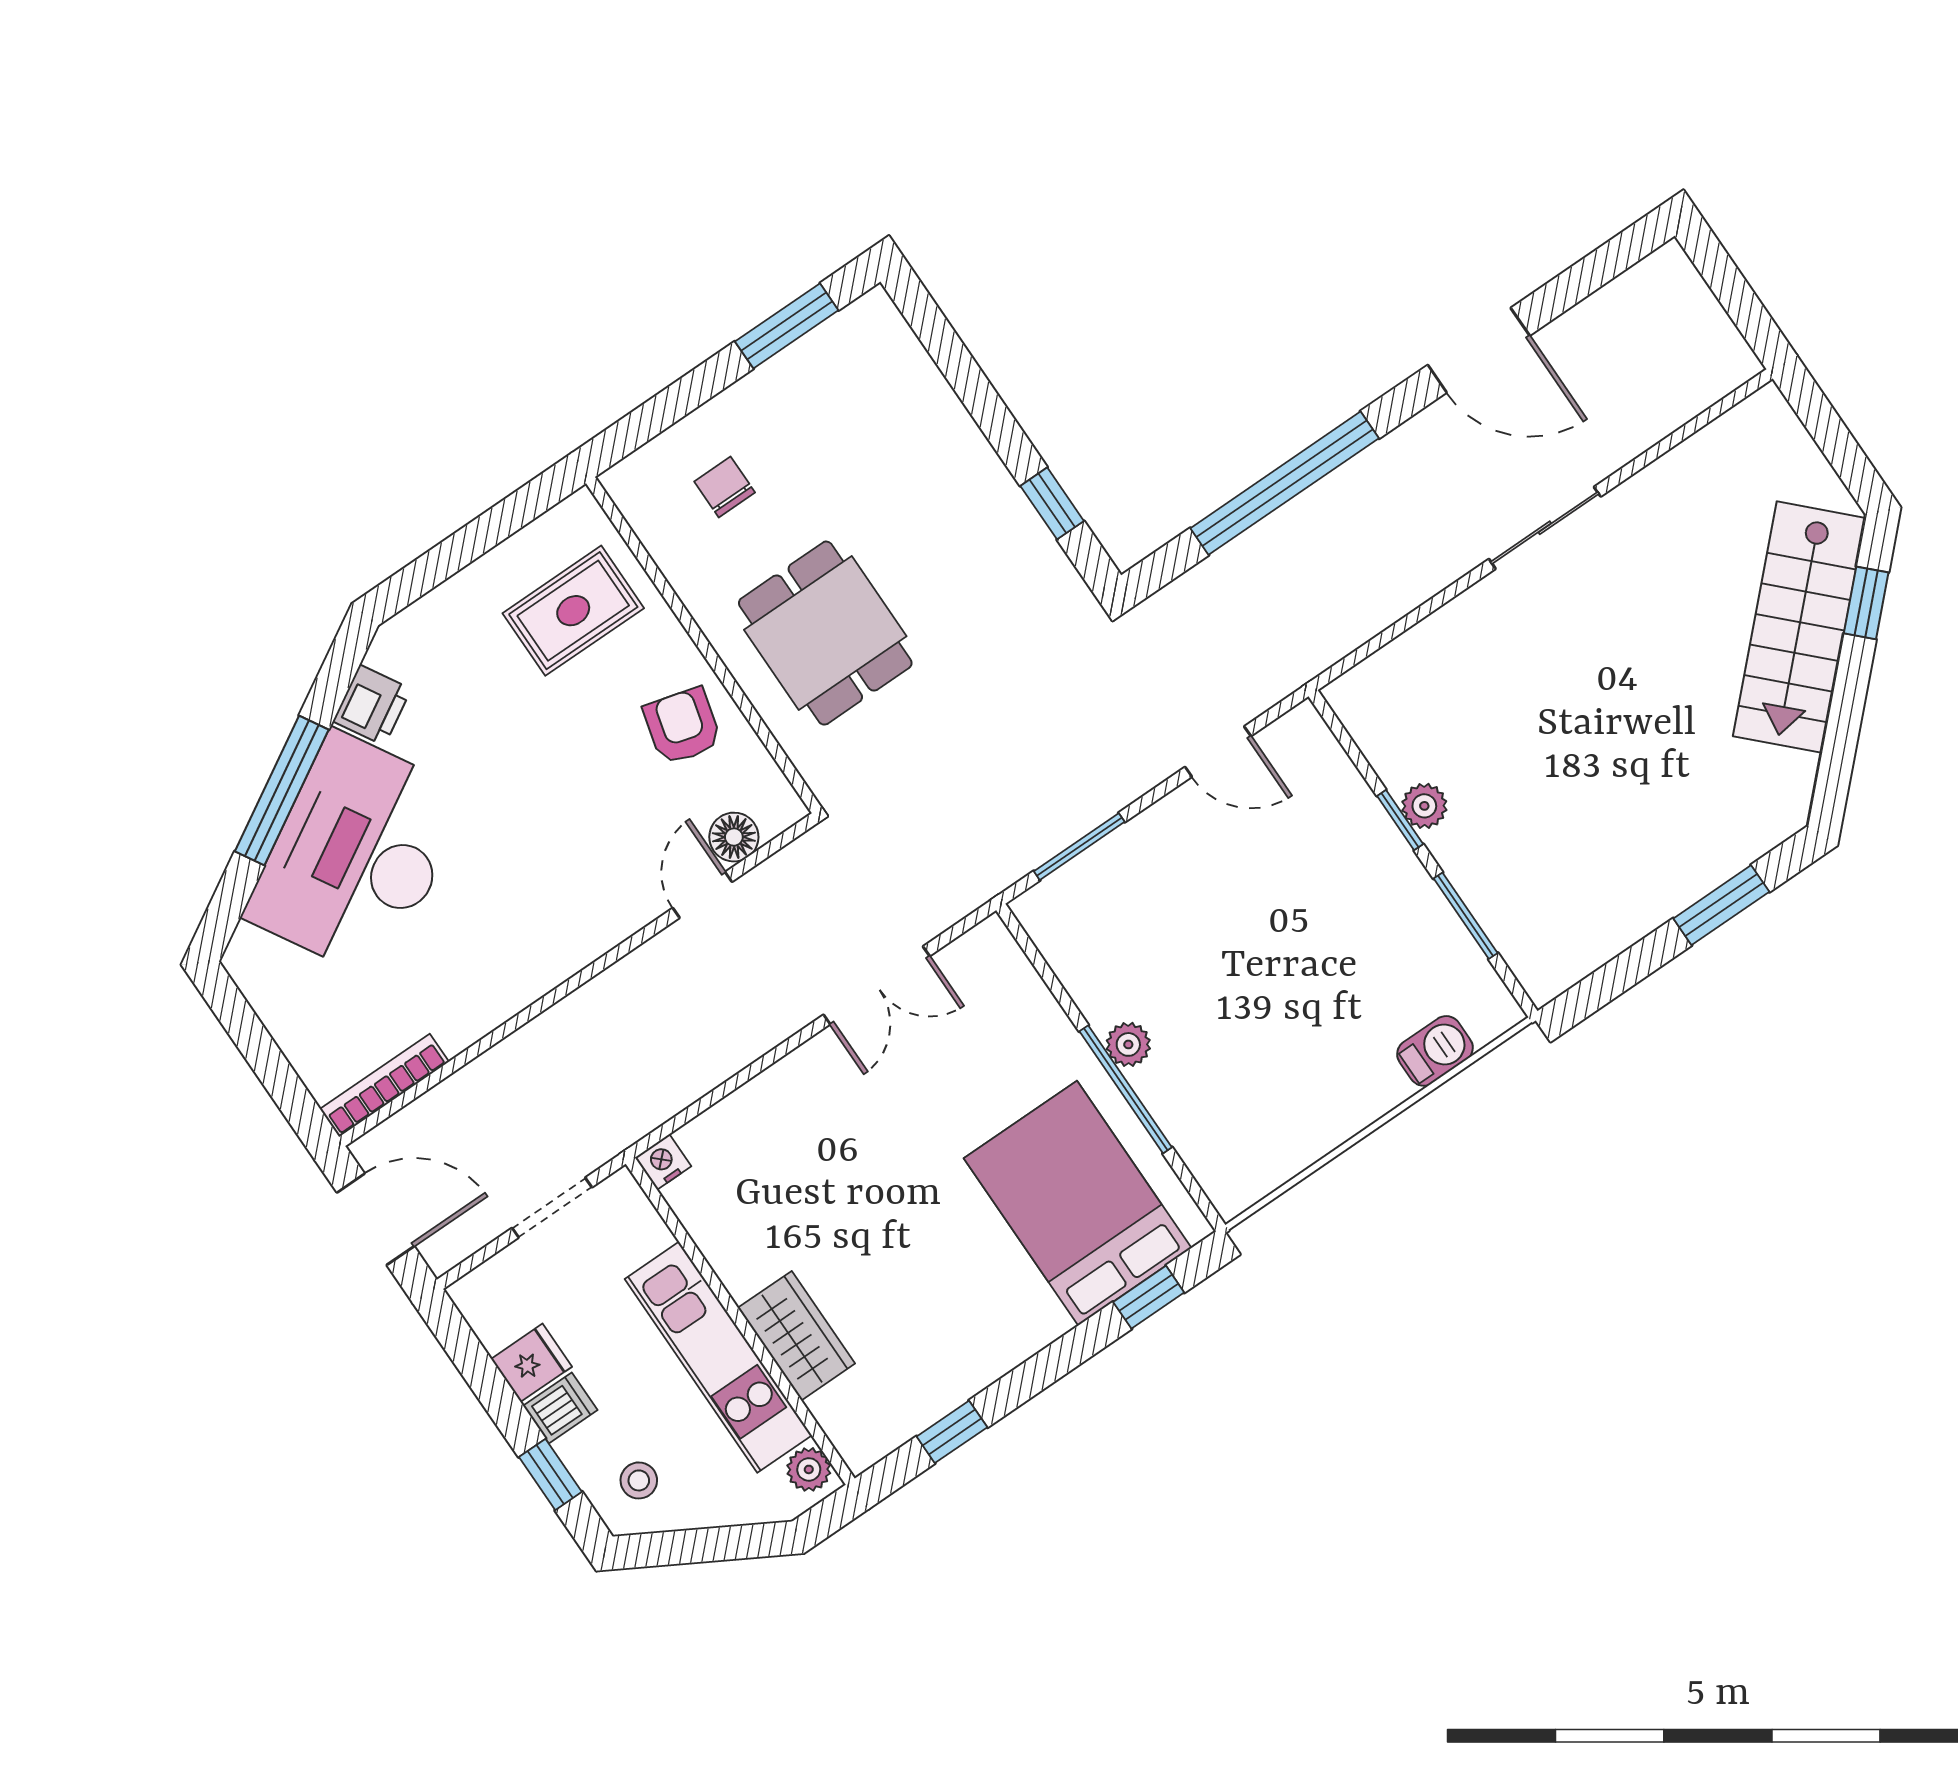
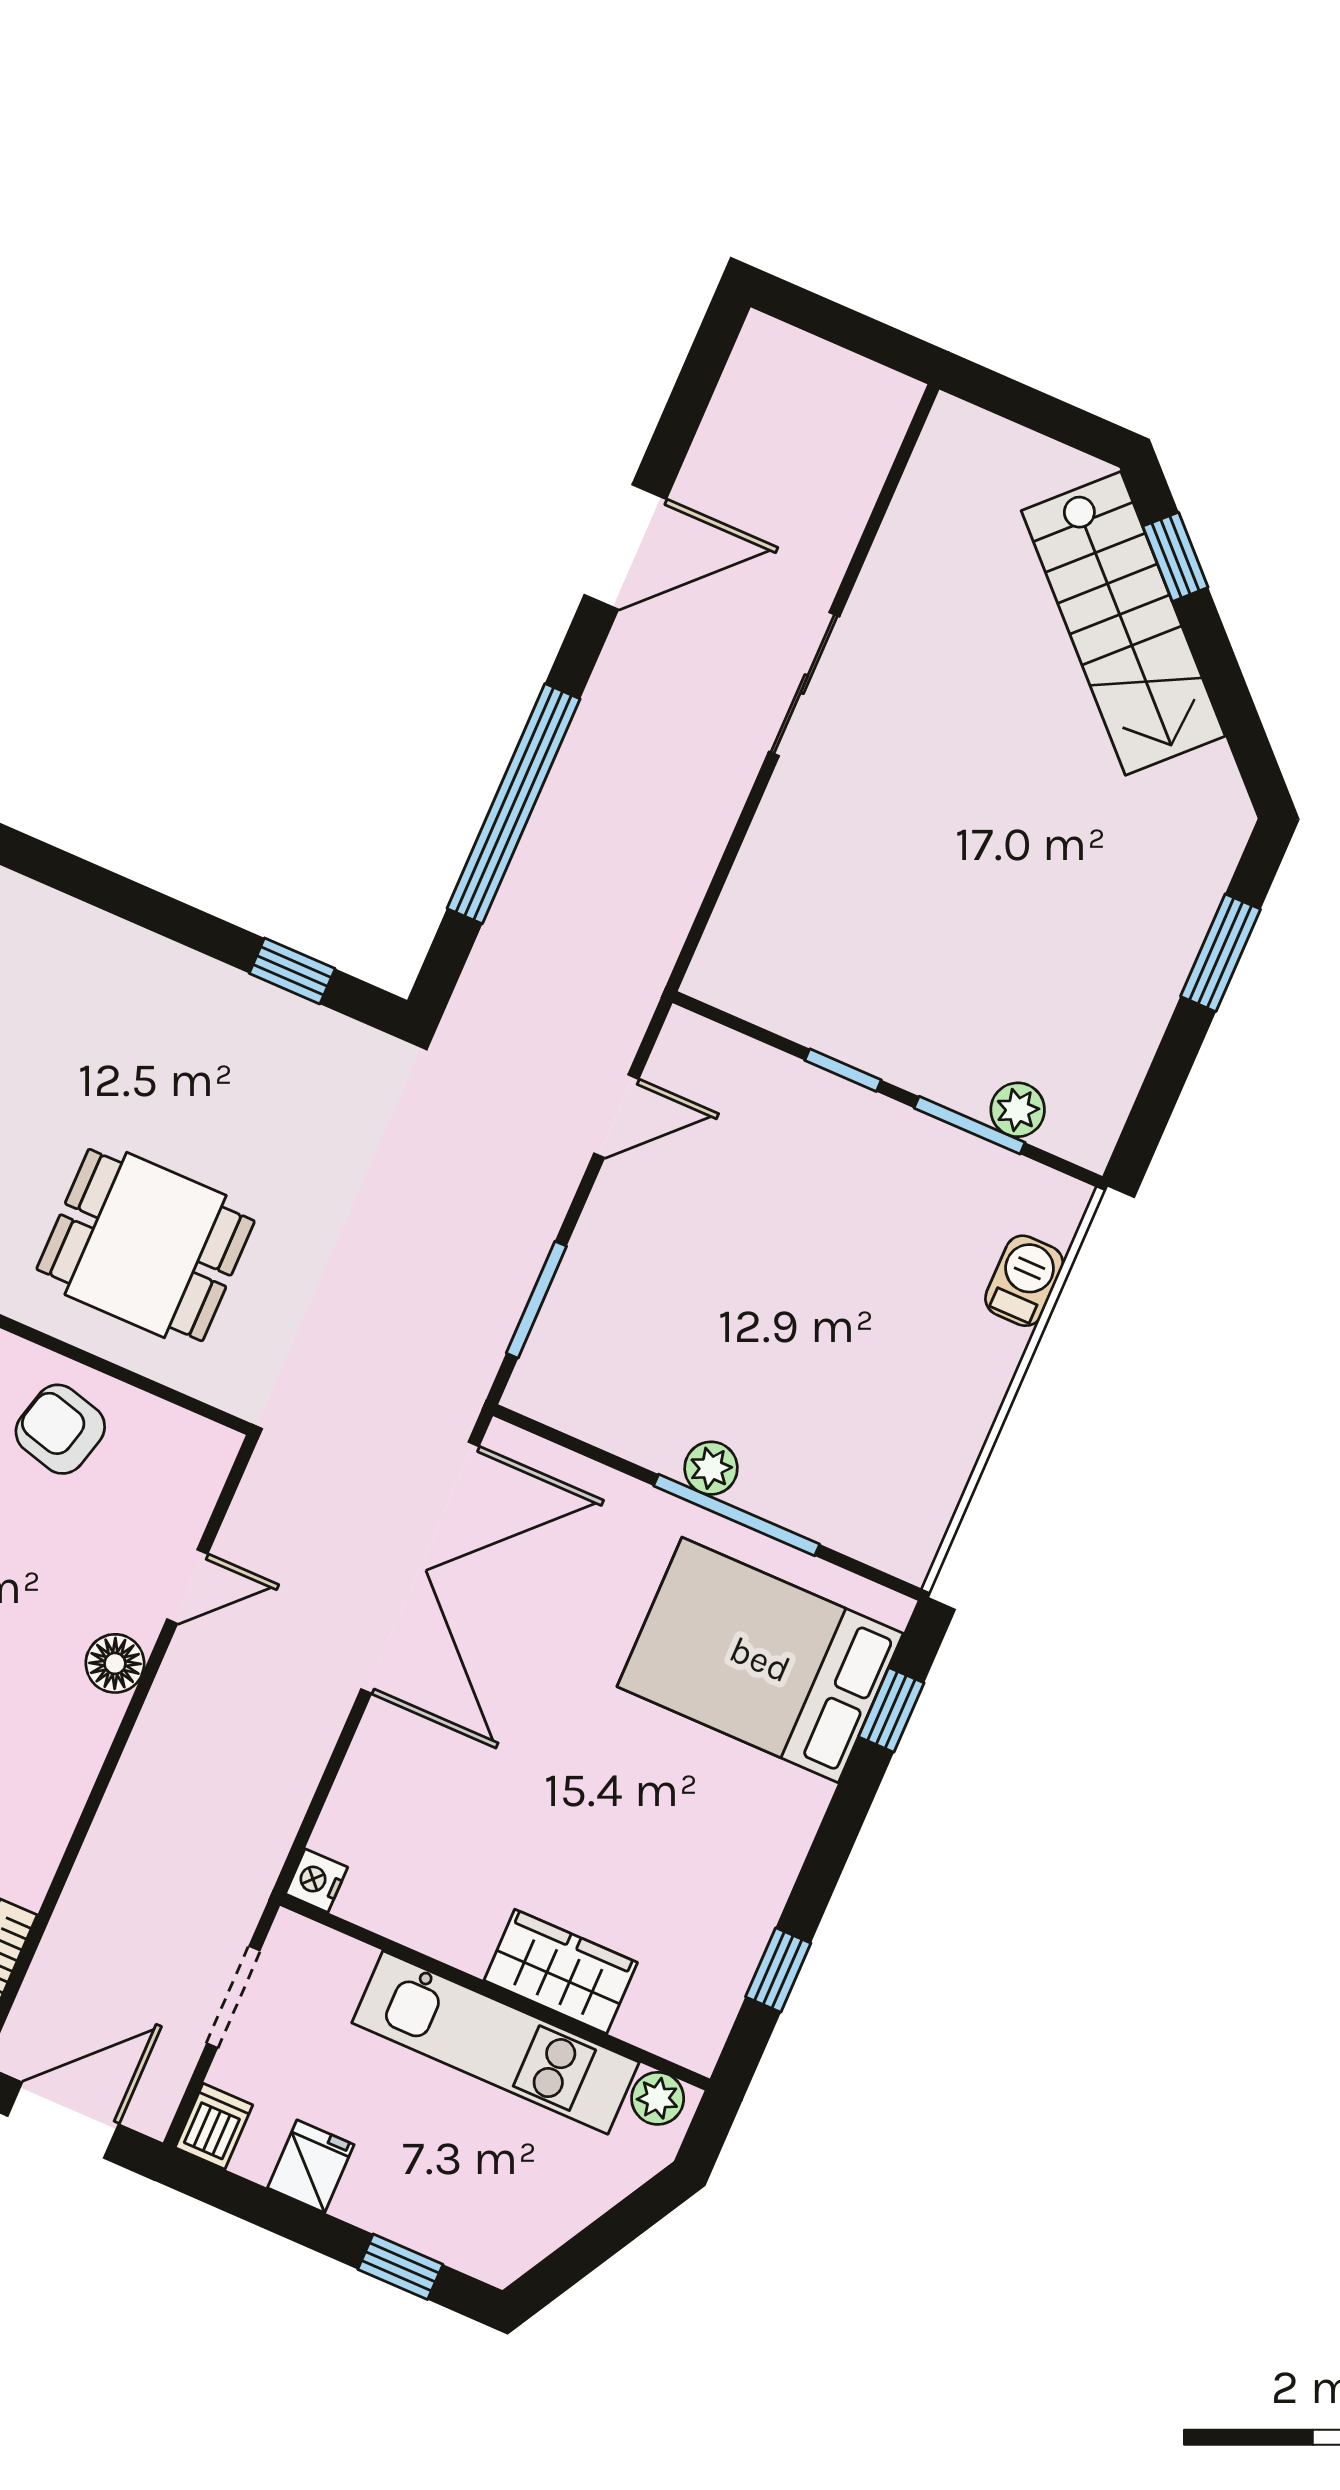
plant: (1424, 806) -> (1018, 1110), moved
floor lamp: (734, 837) -> (115, 1663), moved
door: (702, 895) -> (187, 1587), swing flipped
double door: (877, 985) -> (420, 1568), width x1.87
dishwasher: (560, 1408) -> (214, 2126), moved
stool: (639, 1480) -> (493, 2217), removed

